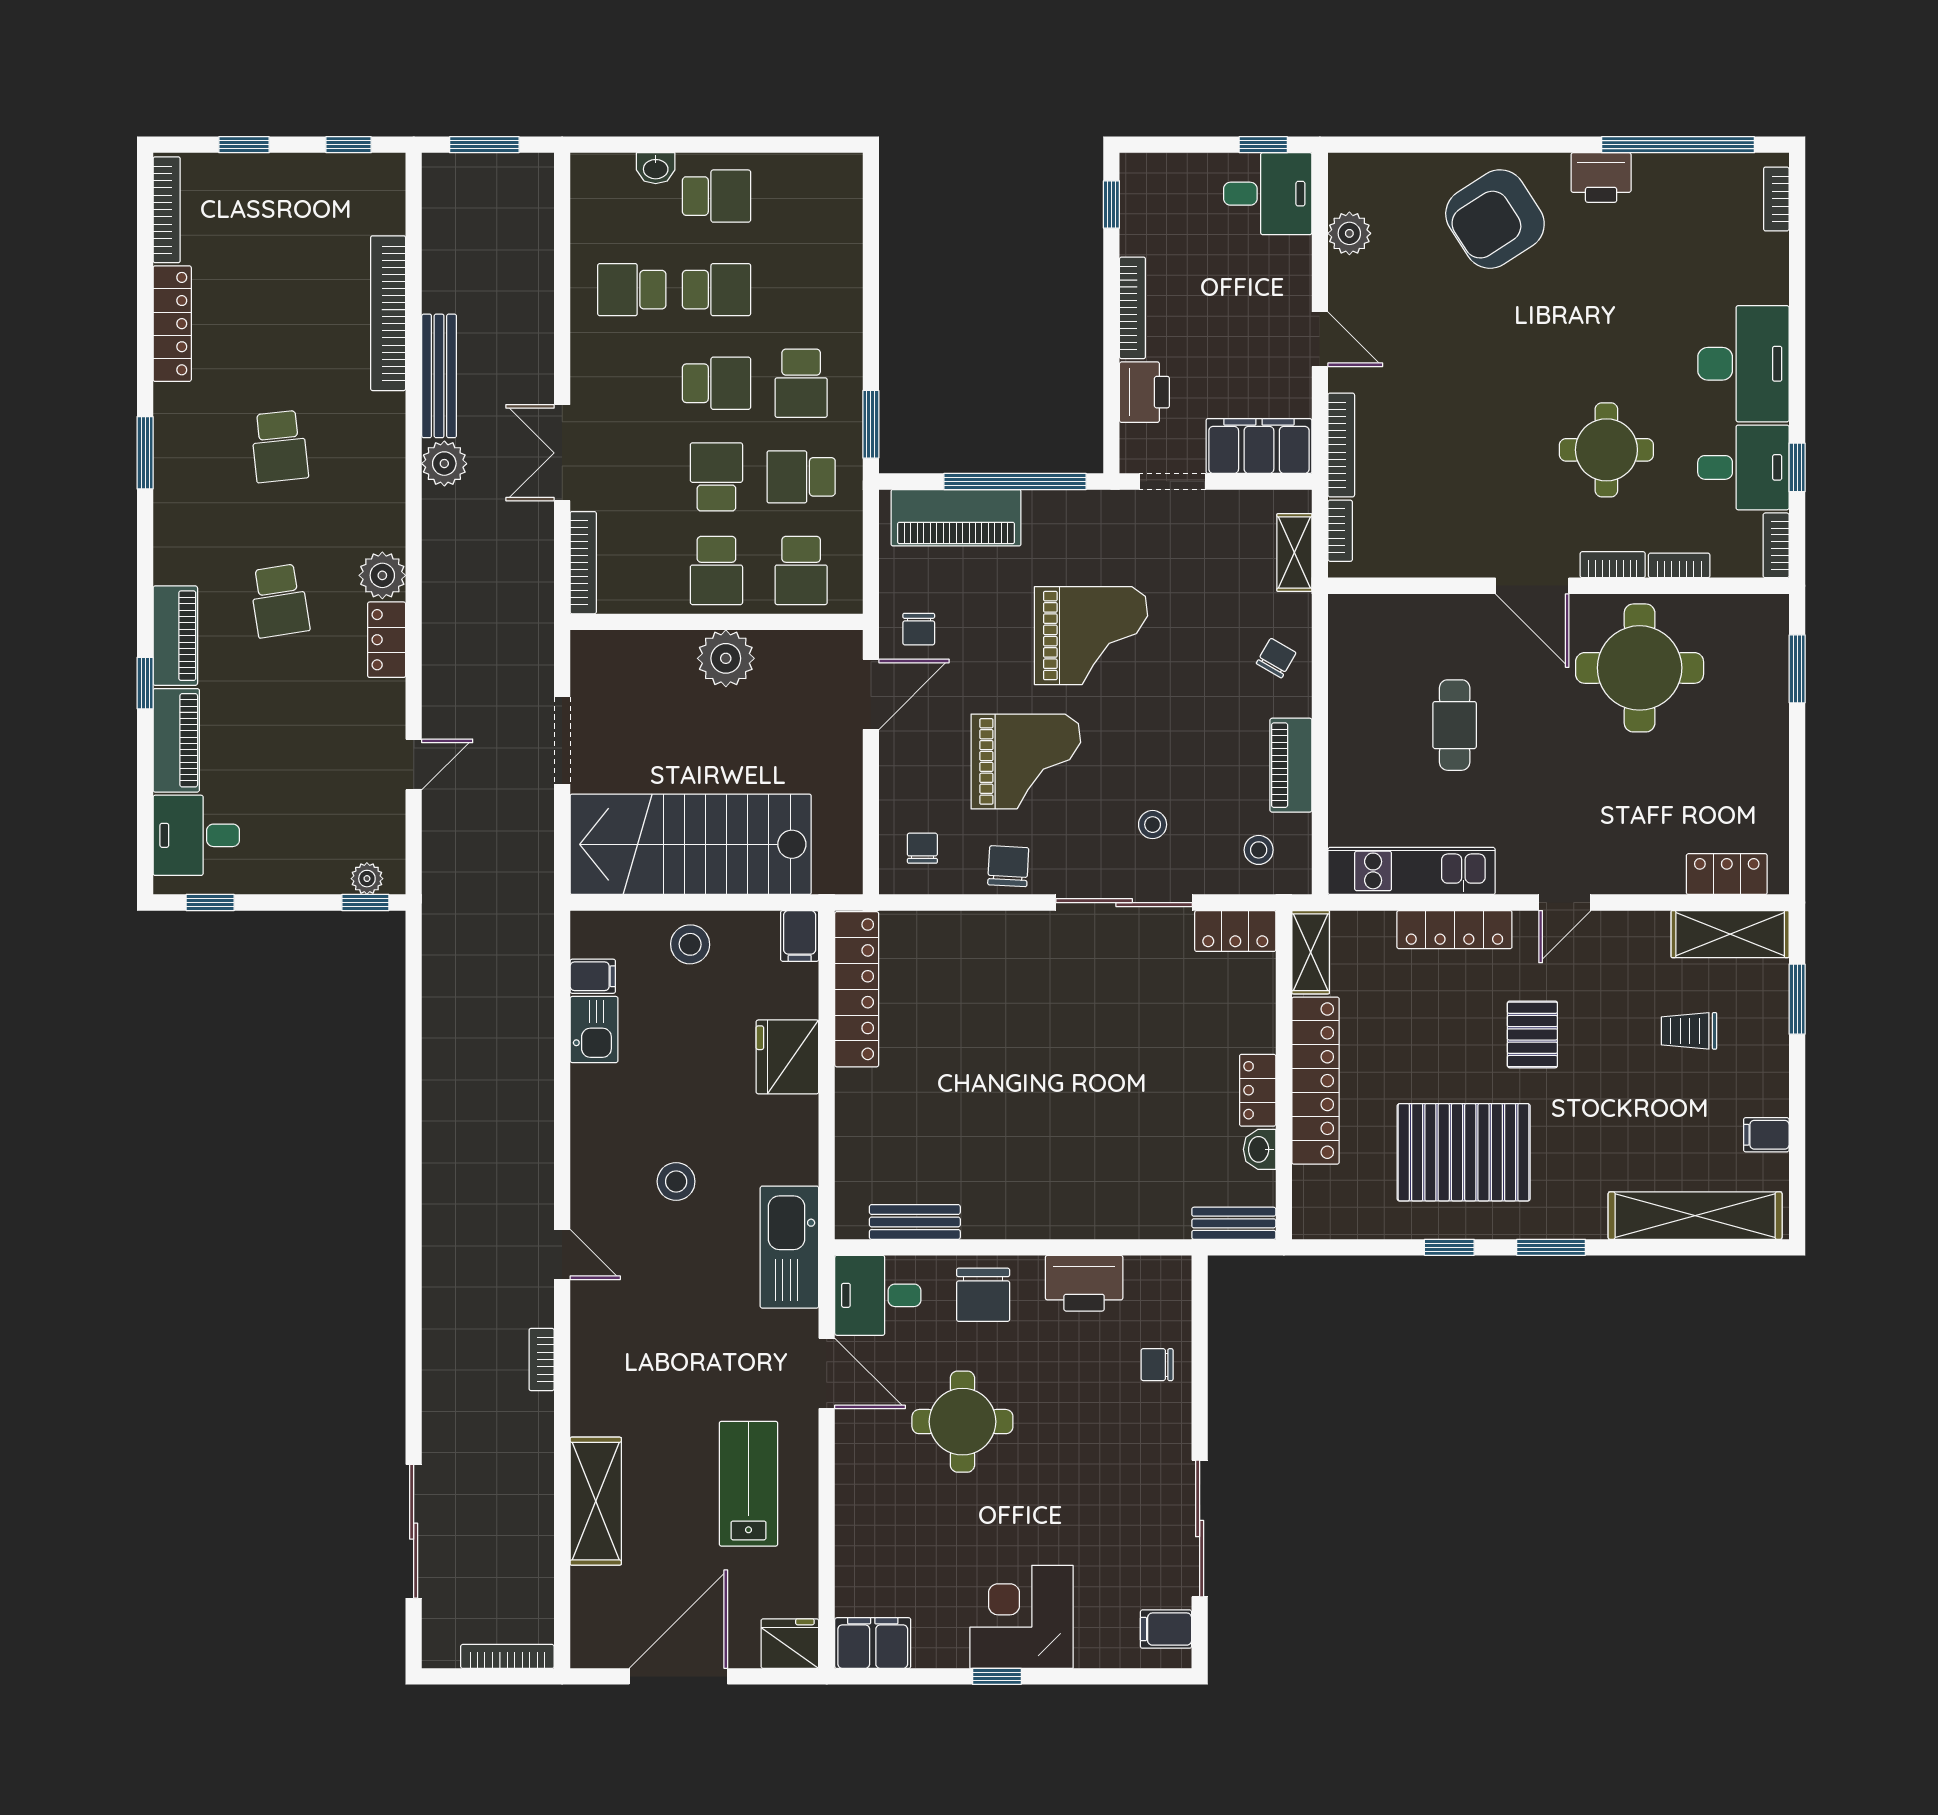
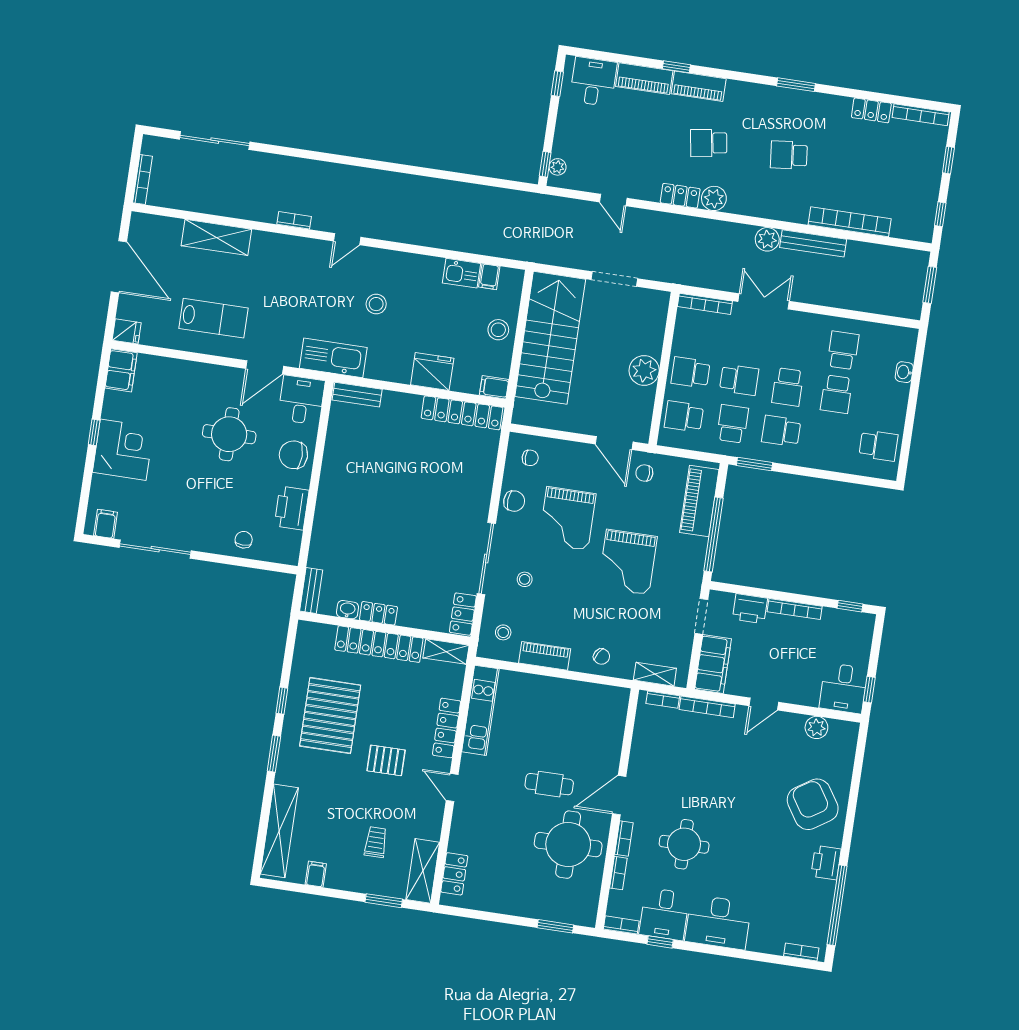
school desk: (716, 196) -> (878, 446), moved, turned -90
locker: (172, 324) -> (871, 110), width x0.66
cafe table: (1455, 725) -> (549, 784), moved
bench: (915, 1222) -> (357, 395), moved, turned 90
fridge: (790, 1644) -> (127, 331), width x0.72

